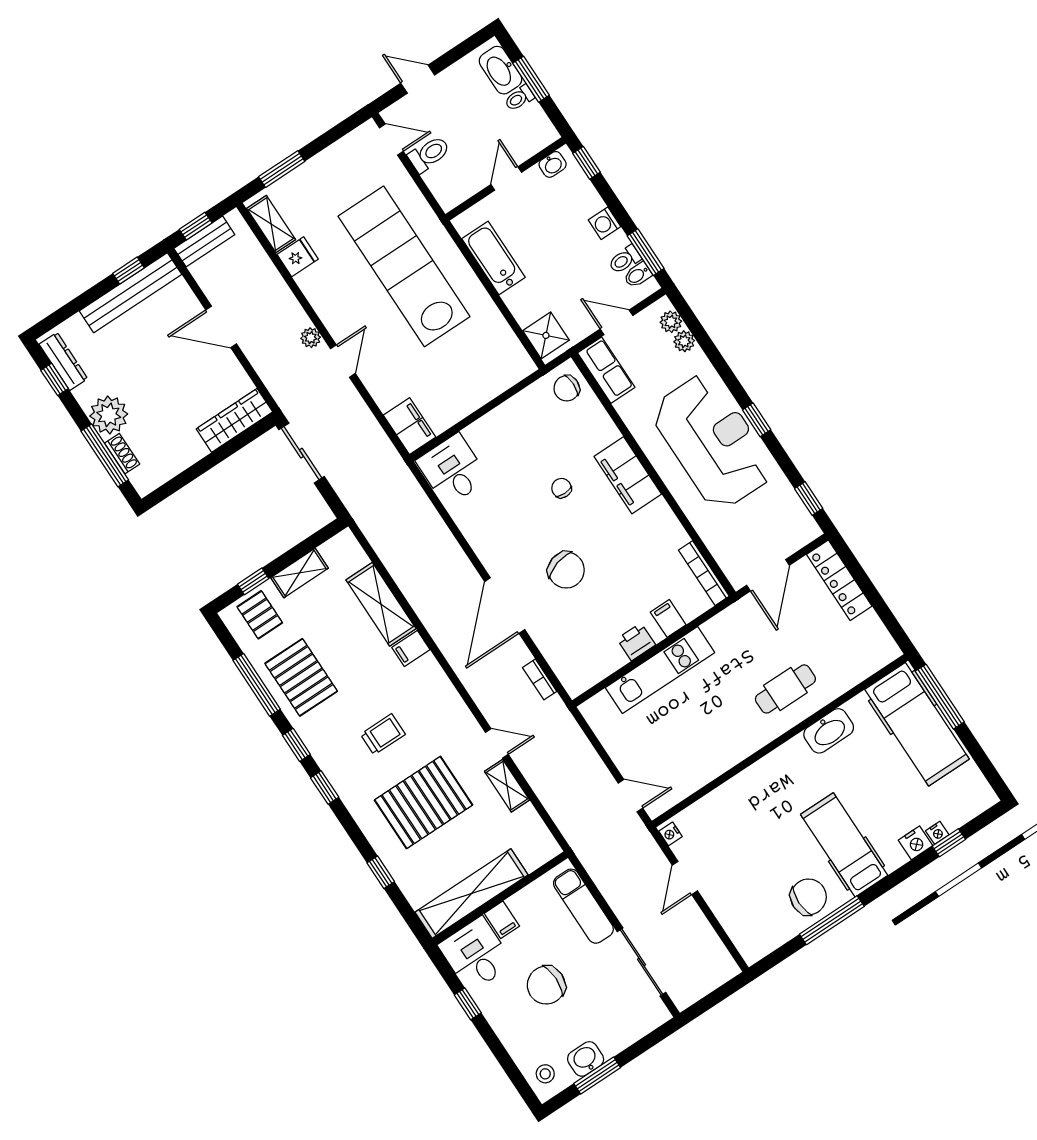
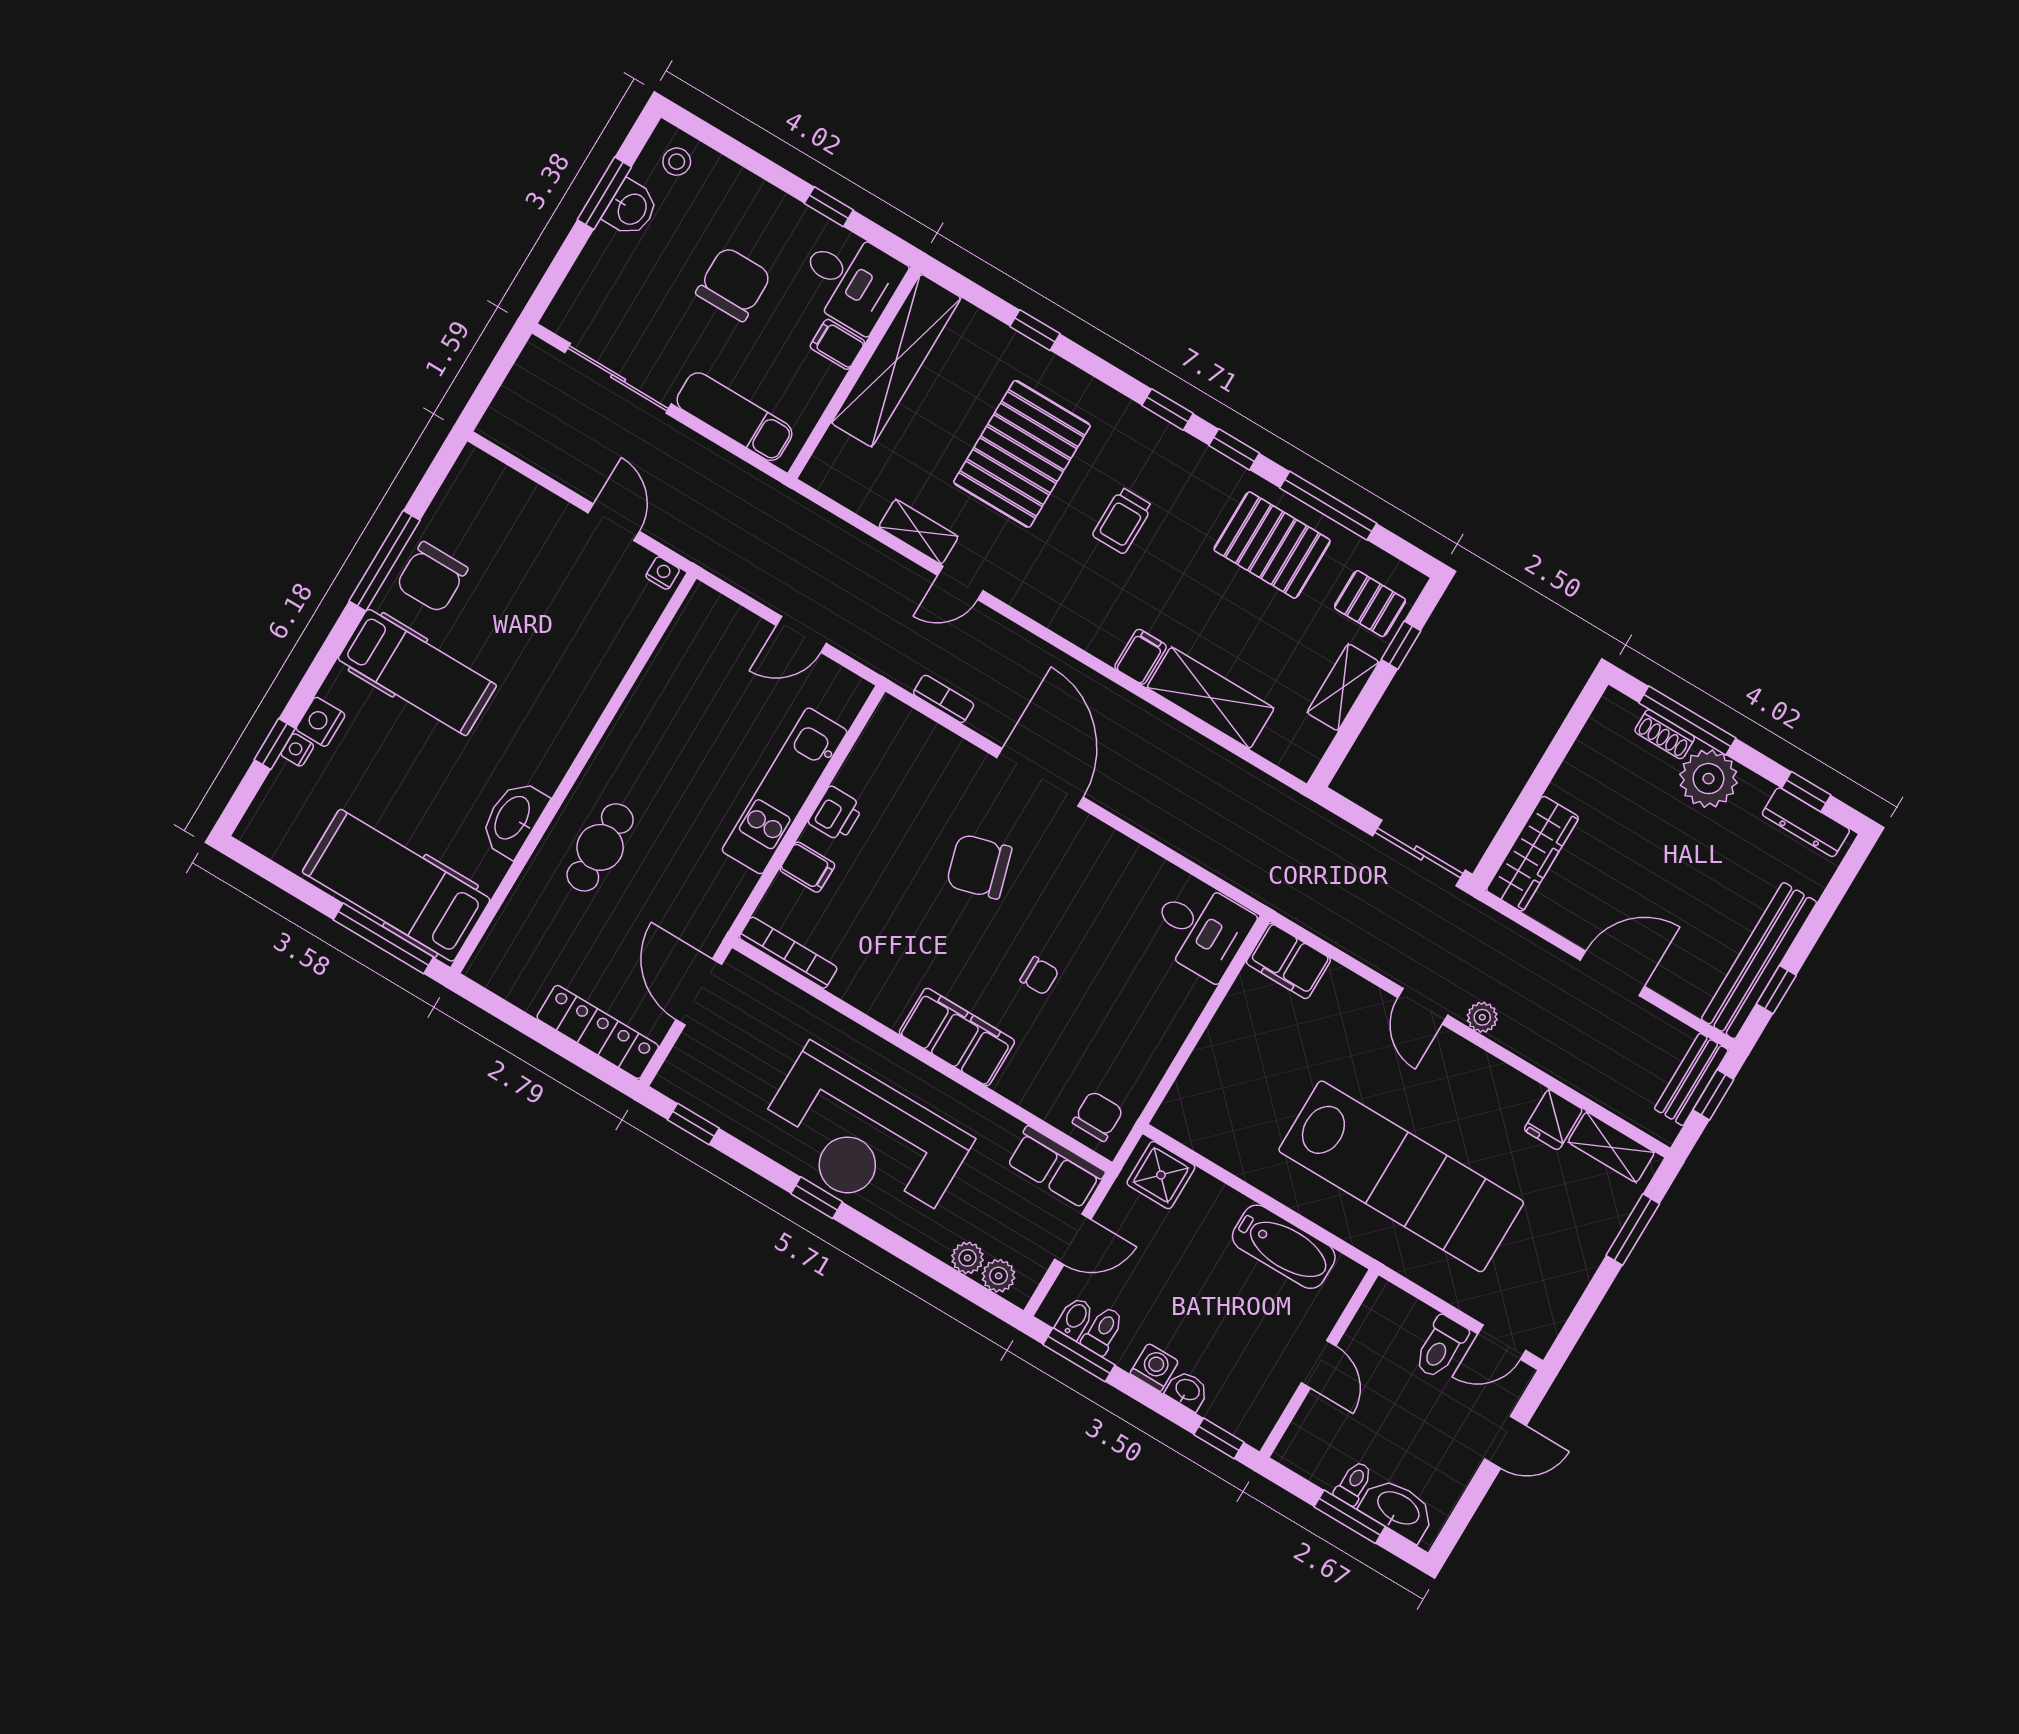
washbasin: (553, 164) -> (1187, 1390), moved, turned 90
door: (630, 796) -> (801, 634), moved

